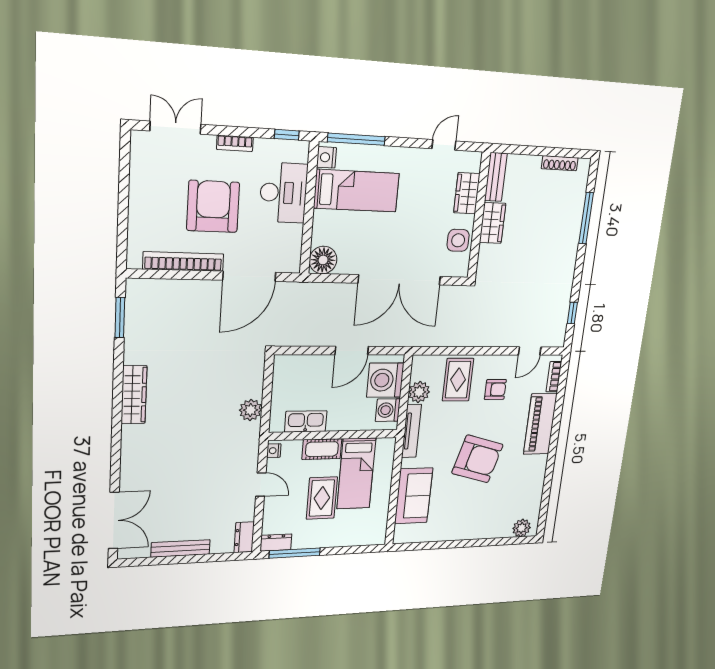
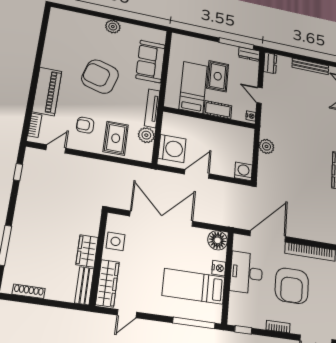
nightstand: (326, 157) -> (219, 268), moved
desk: (283, 193) -> (246, 273), moved
wardrobe: (467, 193) -> (107, 283), width x1.50
washing machine: (388, 410) -> (243, 171), moved, turned -90
kitchen sink: (306, 421) -> (229, 131), removed
plant: (522, 528) -> (113, 27), moved

